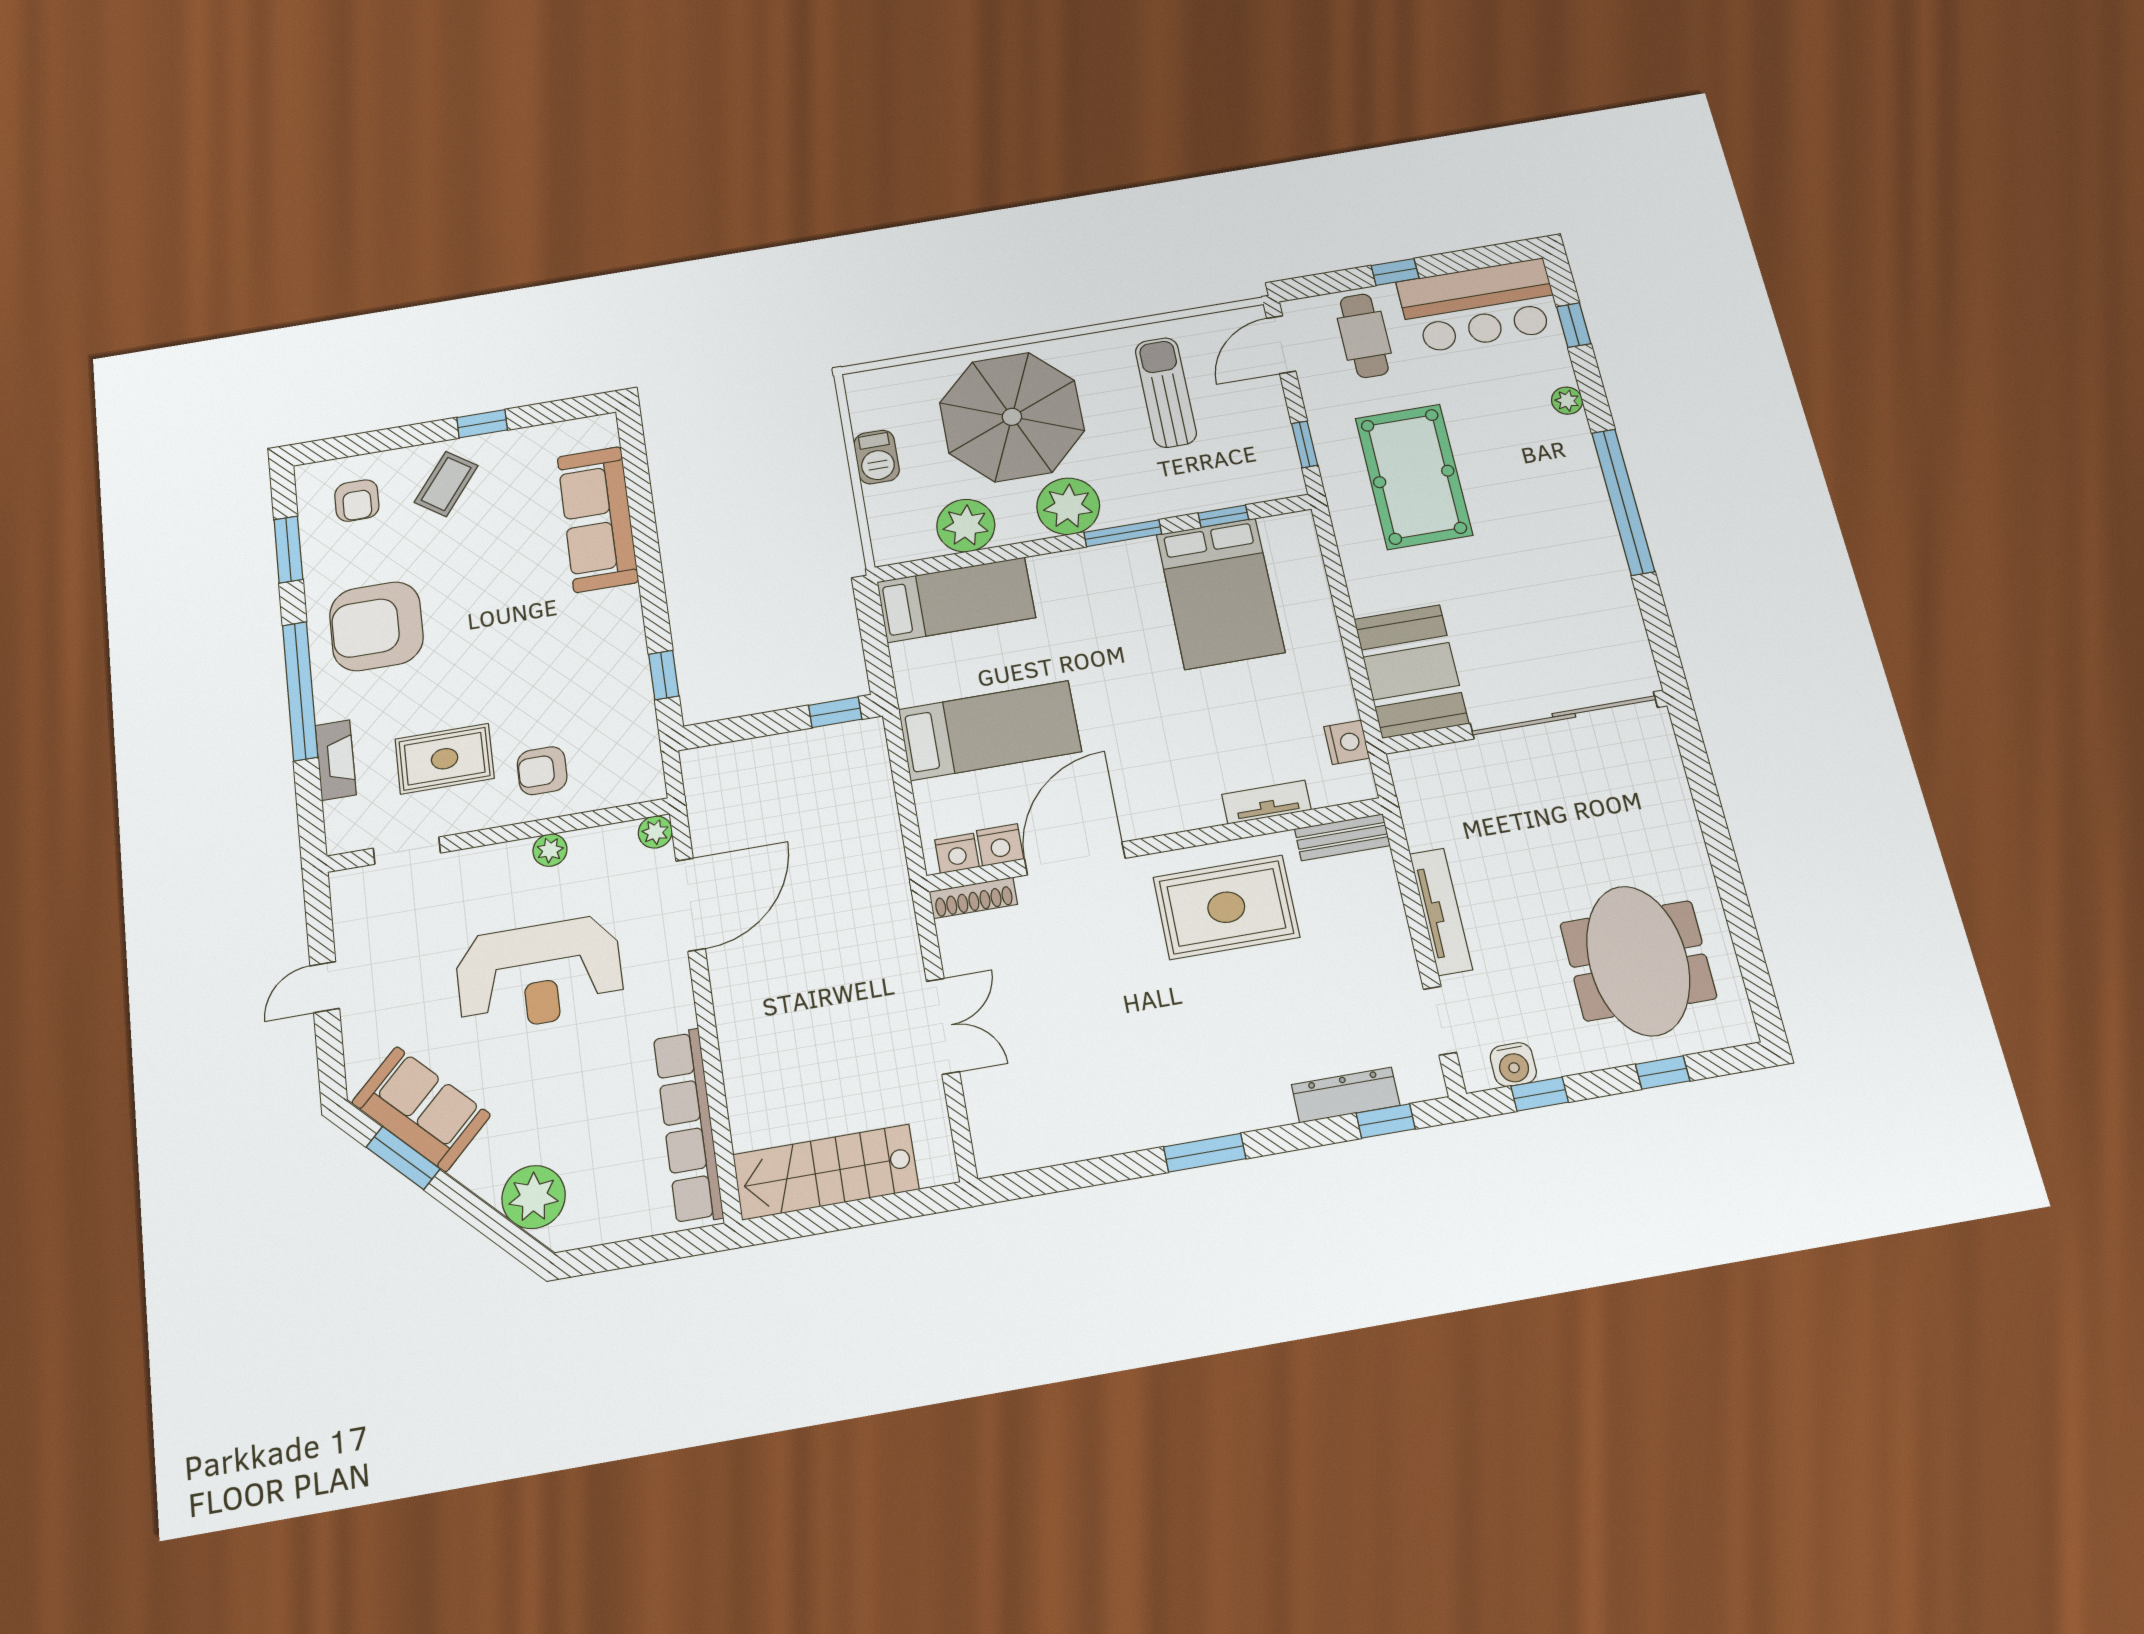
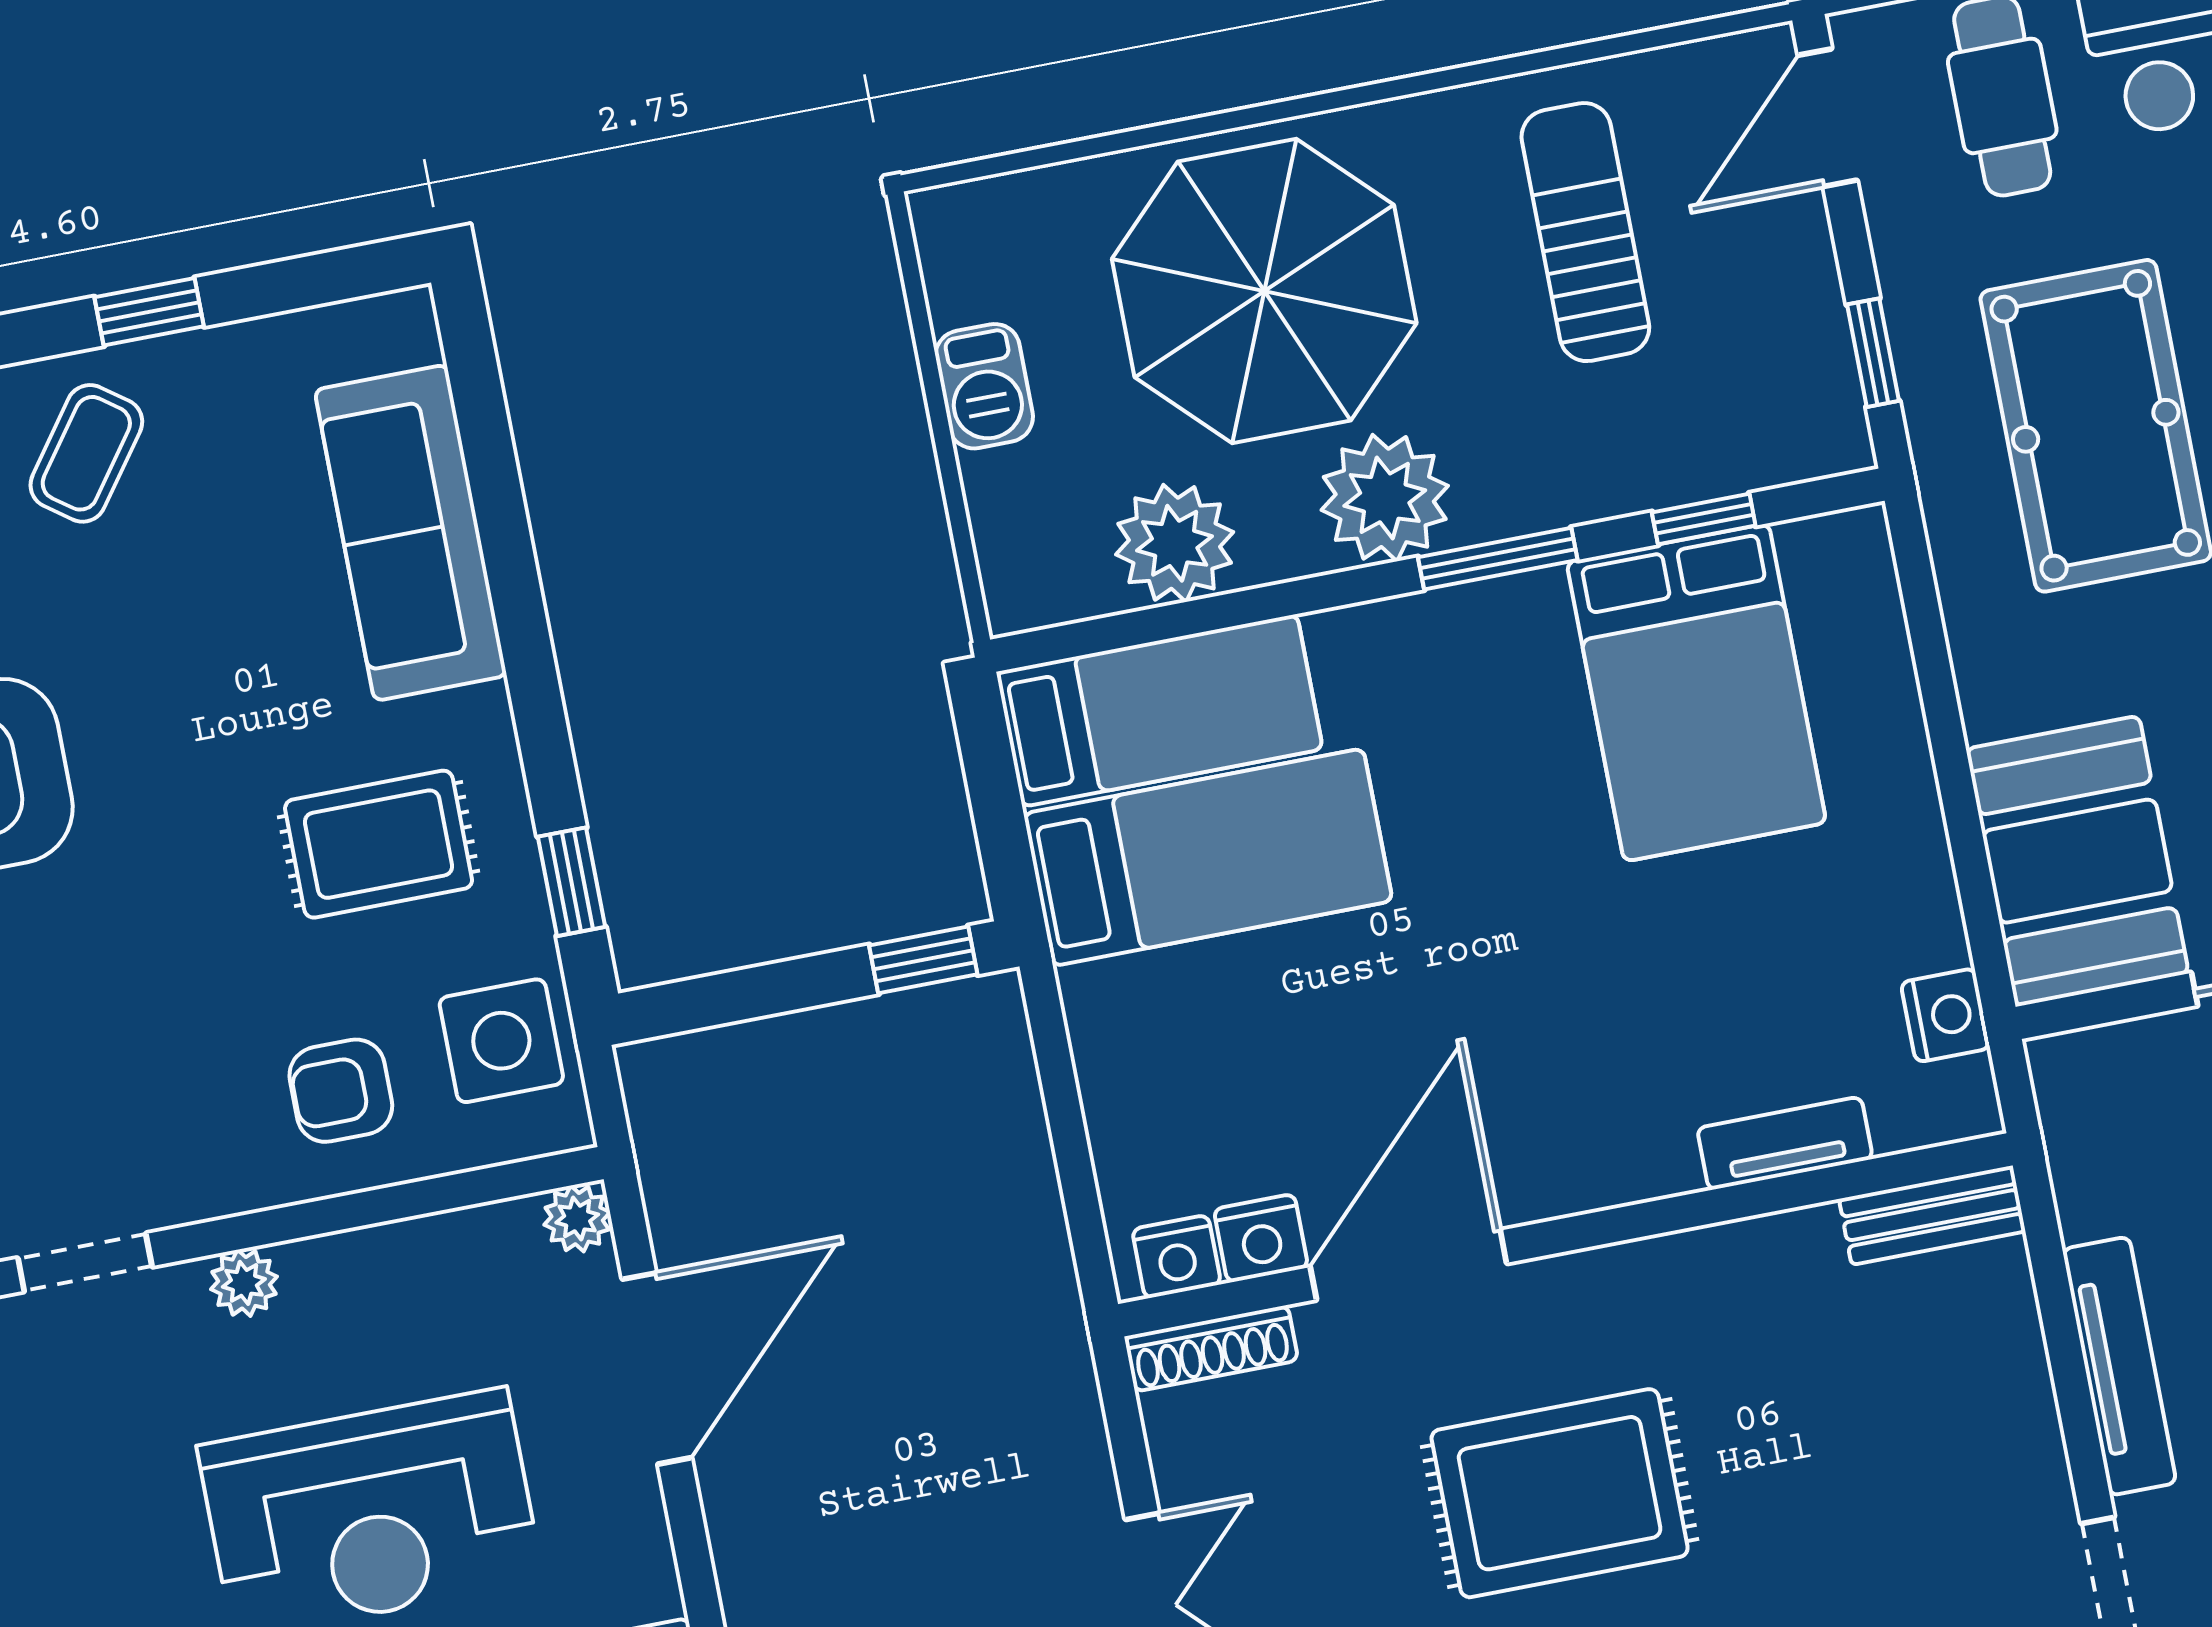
bed: (990, 731) -> (1208, 857), moved
side table: (624, 748) -> (501, 1041), added
rug: (445, 759) -> (379, 844), moved
plant: (550, 850) -> (244, 1283), moved
rug: (1226, 907) -> (1560, 1493), moved

